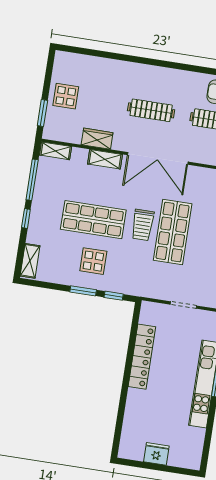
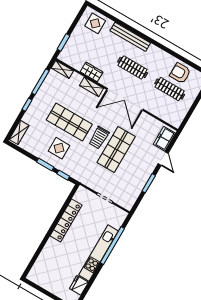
bench: (131, 69) -> (130, 37), added
display table: (66, 96) -> (95, 23), moved
fridge: (156, 454) -> (79, 285), moved, turned -90

